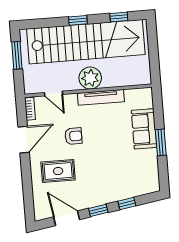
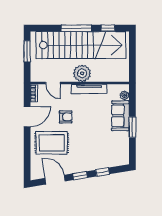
window: (78, 20) -> (76, 28), width x2.17
plant: (147, 102) -> (124, 95), added
rug: (58, 171) -> (52, 143), width x1.36, depth x1.43

